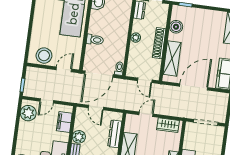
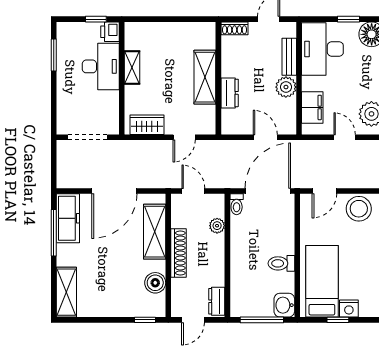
plant: (136, 38) -> (217, 226), moved
toilet: (95, 40) -> (281, 263), moved
door: (47, 101) -> (345, 137), hinge flipped
dresser: (115, 134) -> (230, 93), width x0.70

